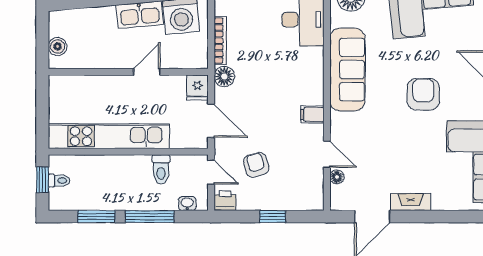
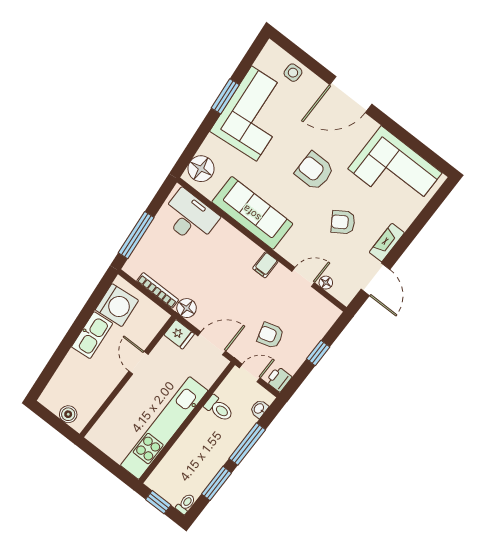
armchair: (399, 152) -> (343, 222), added
toilet: (59, 181) -> (186, 504), moved

